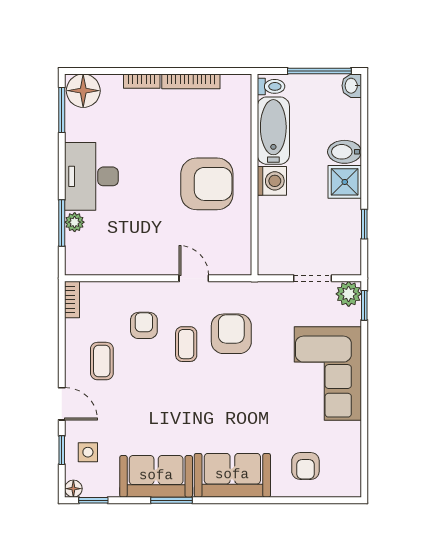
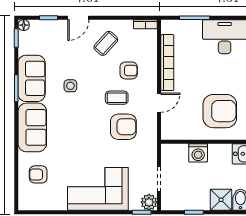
washing machine: (272, 181) -> (198, 153), moved
armchair: (207, 184) -> (220, 111), turned -90
plant: (75, 222) -> (195, 26), removed
bookcase: (132, 265) -> (167, 63), added
coffee table: (102, 361) -> (106, 43), turned -48
side table: (88, 452) -> (70, 86), moved

